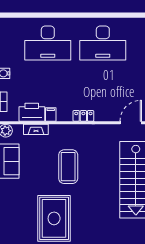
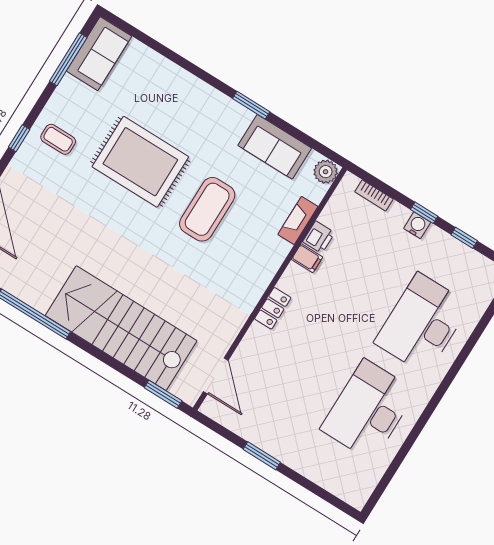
printer: (32, 112) -> (319, 237), width x0.53, depth x0.68
coffee table: (68, 167) -> (207, 209), moved, turned 90

